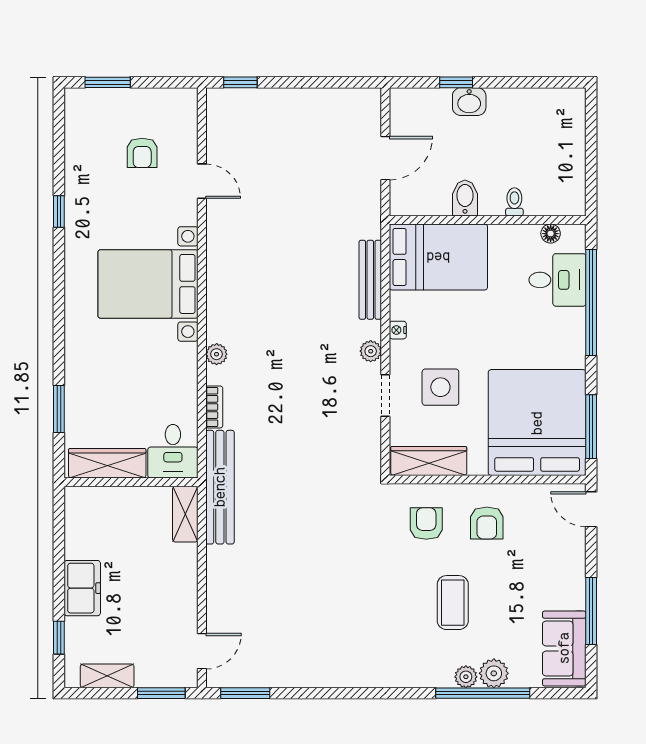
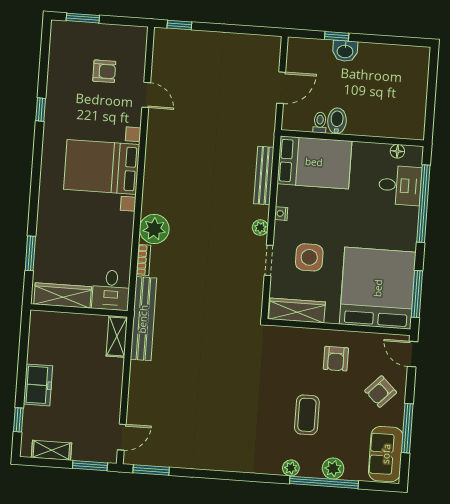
armchair: (142, 153) -> (104, 71), turned -90
toilet: (514, 202) -> (320, 123), moved
plant: (217, 354) -> (154, 229), width x1.87, depth x1.87
armchair: (426, 524) -> (381, 392), moved, turned -136
plant: (466, 677) -> (291, 468), moved

